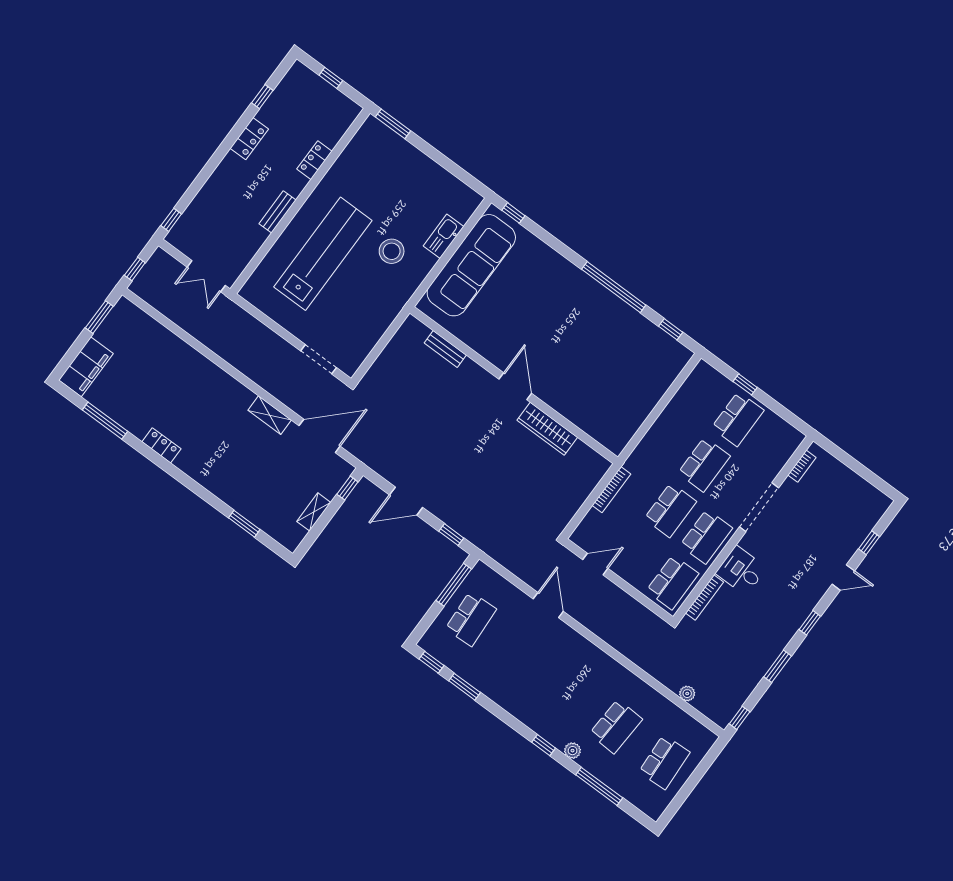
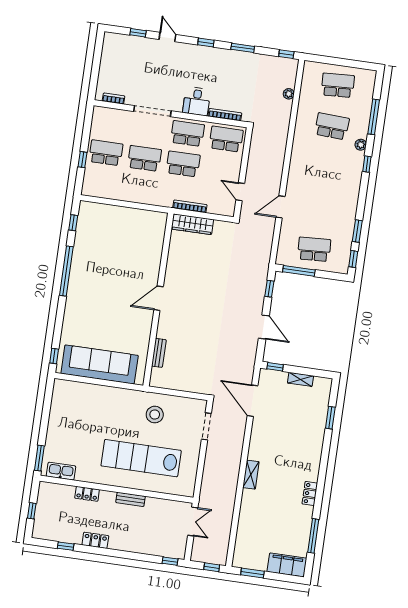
kitchen sink: (444, 236) -> (61, 471), moved, turned 180
stool: (392, 251) -> (155, 415), moved
shelving: (270, 415) -> (251, 475), moved
wardrobe: (547, 429) -> (192, 224), moved, turned 90

